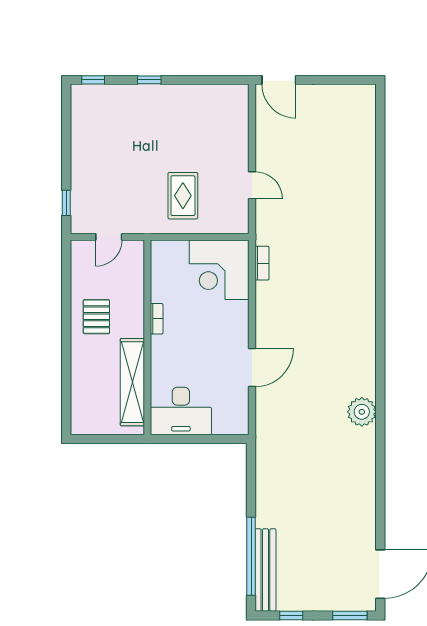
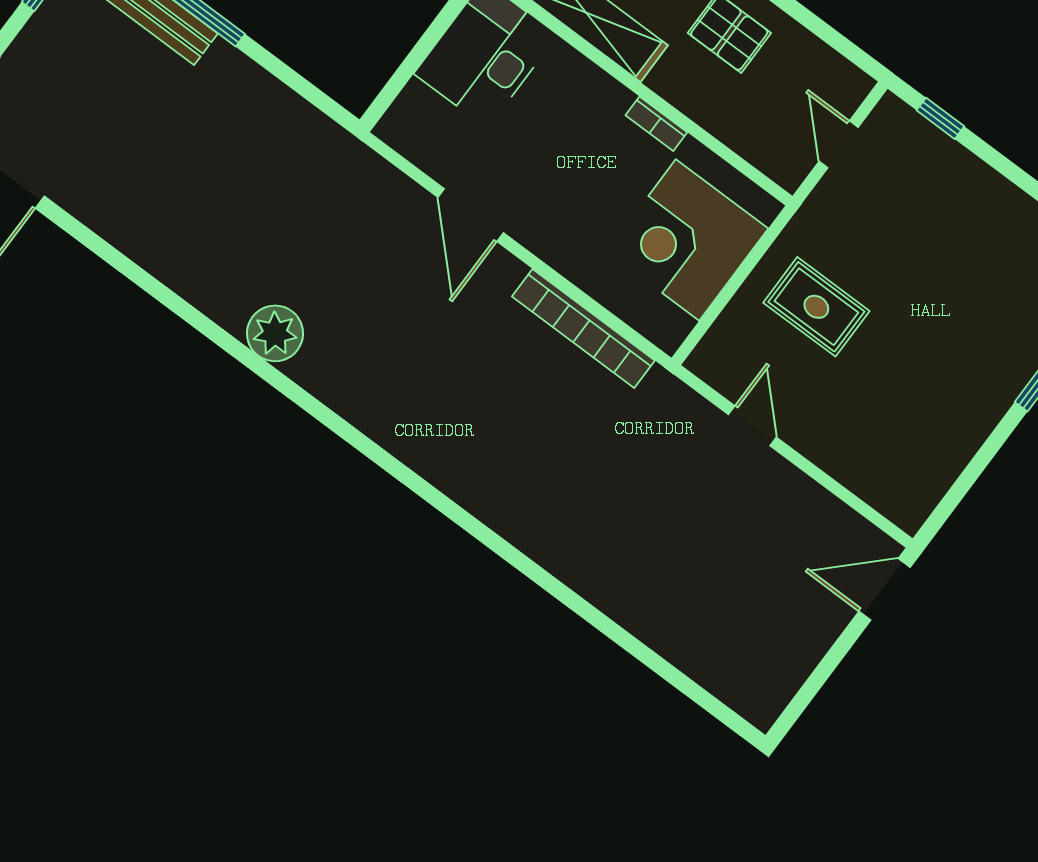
door: (252, 185) -> (752, 426), swing flipped
bookcase: (262, 263) -> (583, 328), width x2.31, depth x1.31
corner desk: (219, 270) -> (688, 240), moved, turned -90

